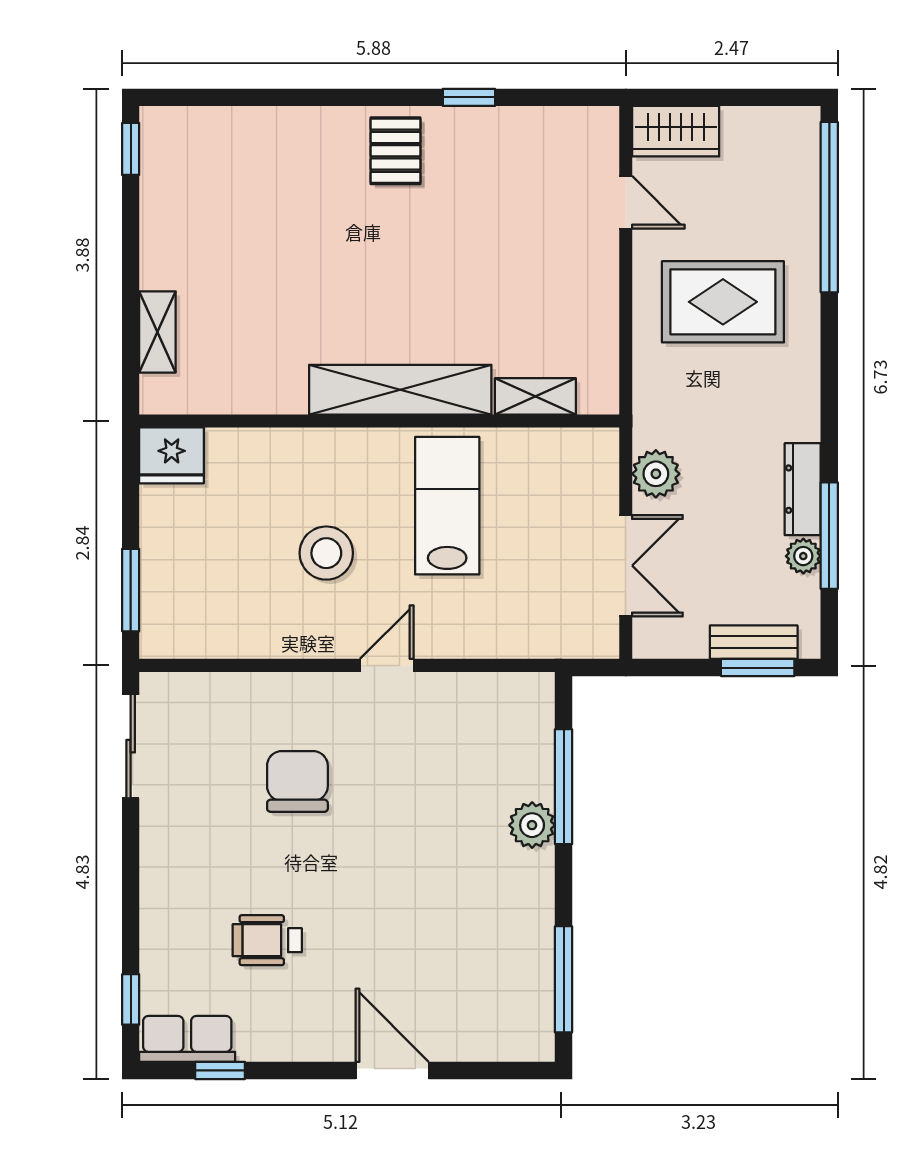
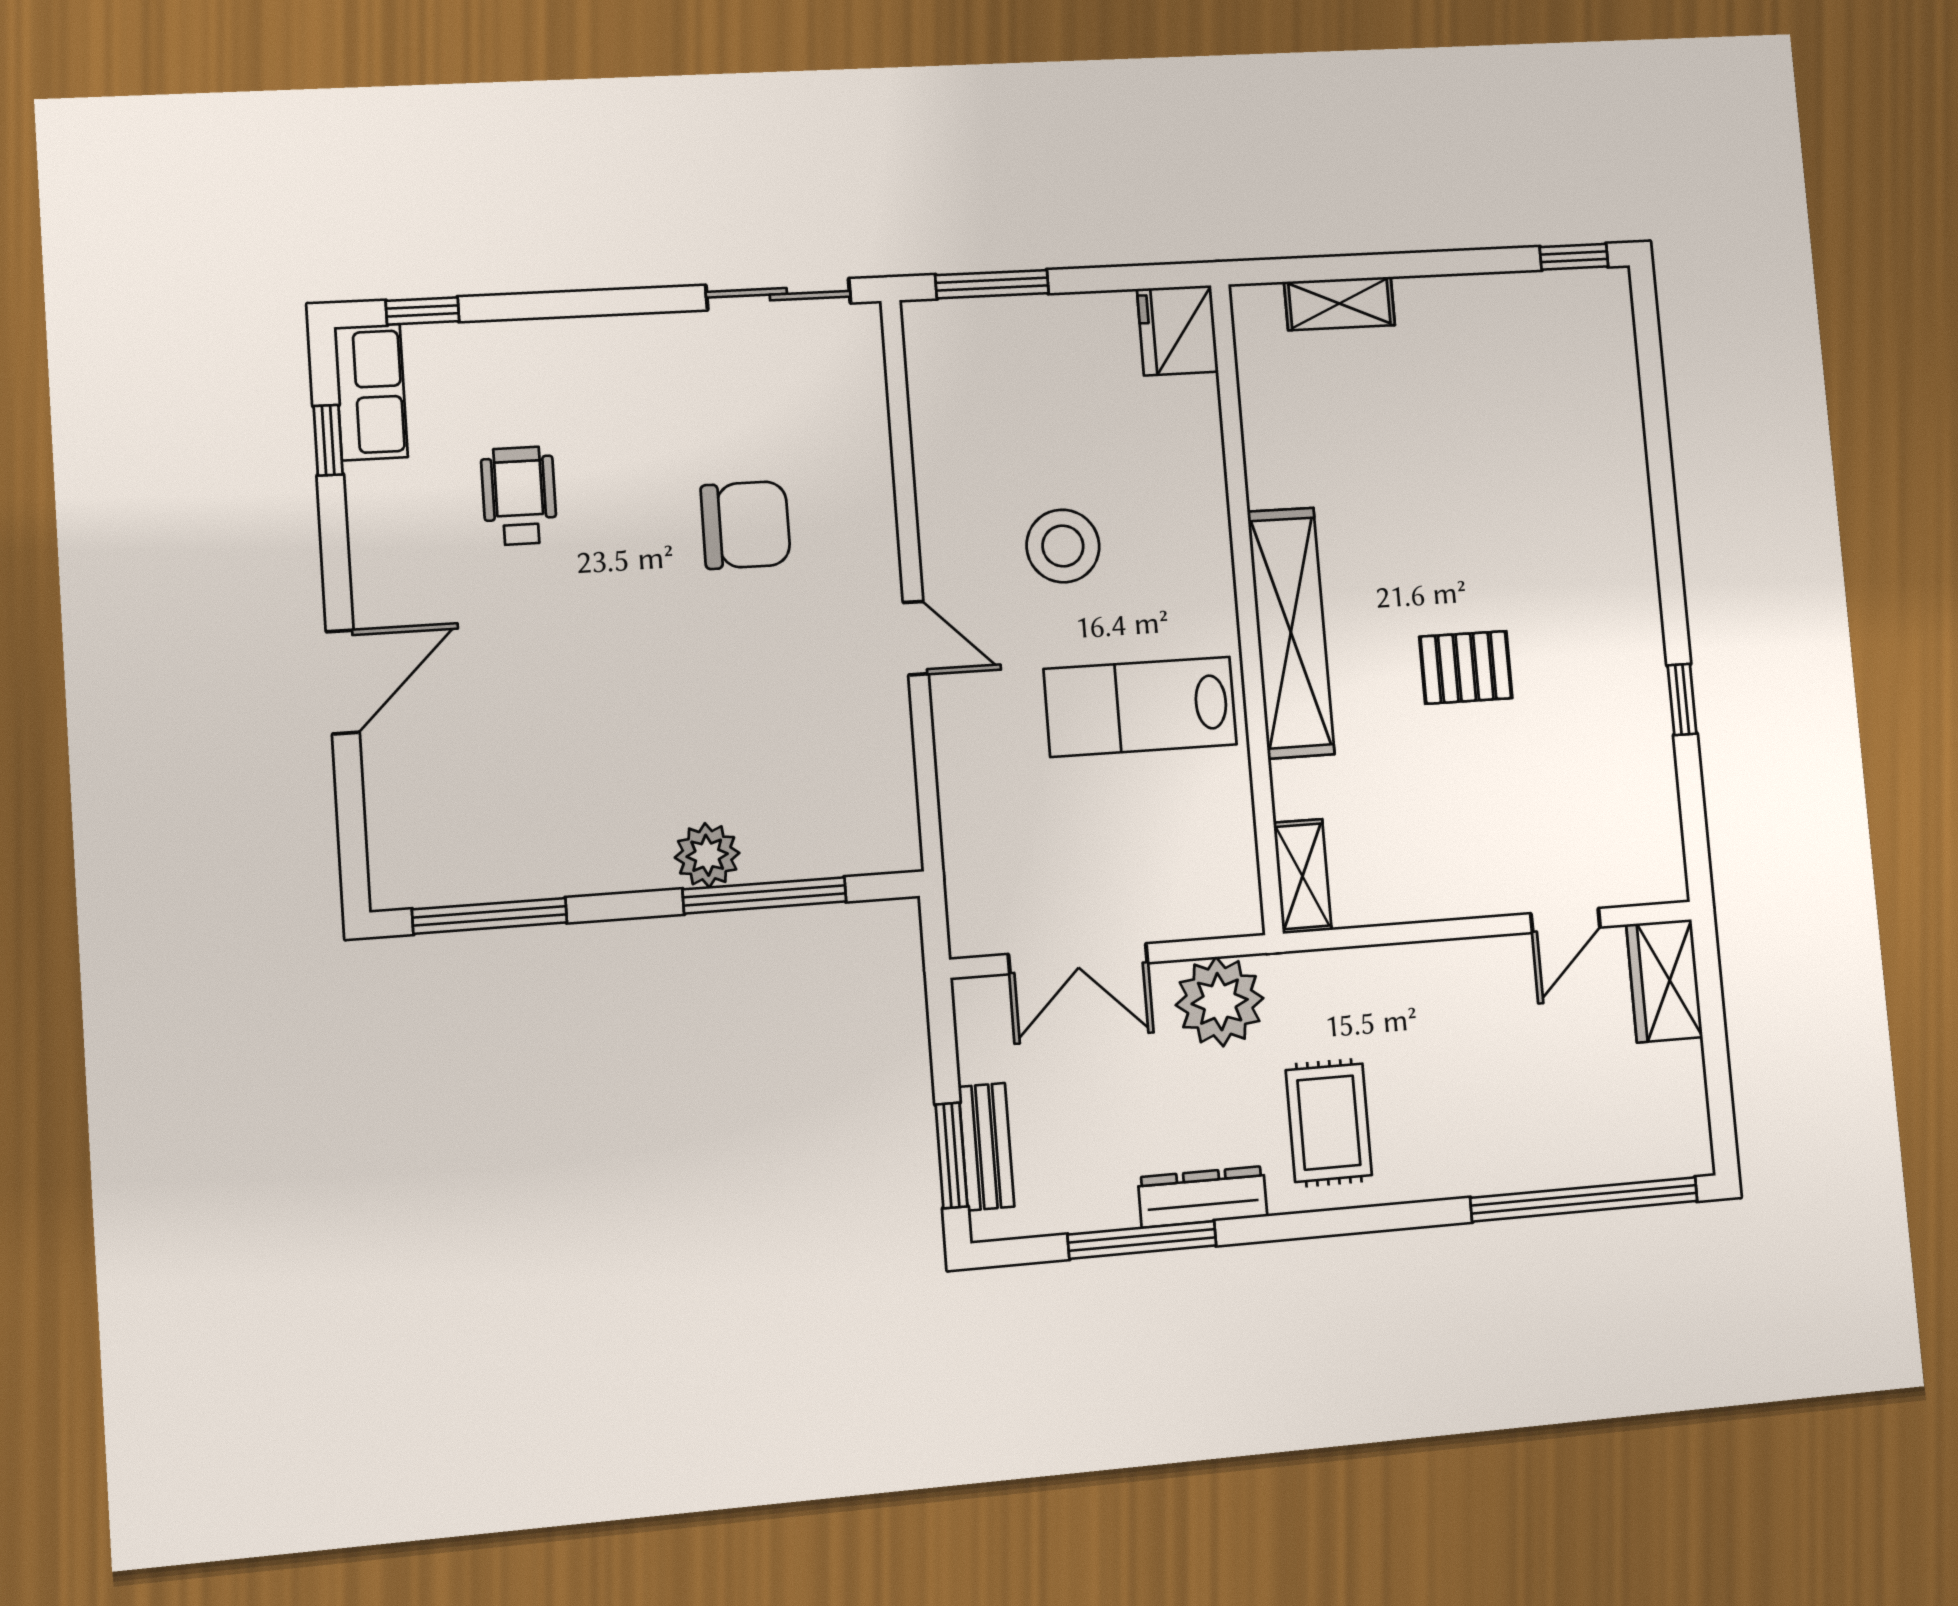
pallet: (396, 151) -> (1466, 667), moved
rug: (723, 302) -> (1329, 1123), moved, width x0.73, depth x0.70
shelving: (535, 396) -> (1302, 876), moved
plant: (656, 474) -> (1220, 1002), width x1.36, depth x1.36
lab bench: (447, 506) -> (1140, 707), turned 180
plant: (803, 556) -> (1111, 1206), removed

